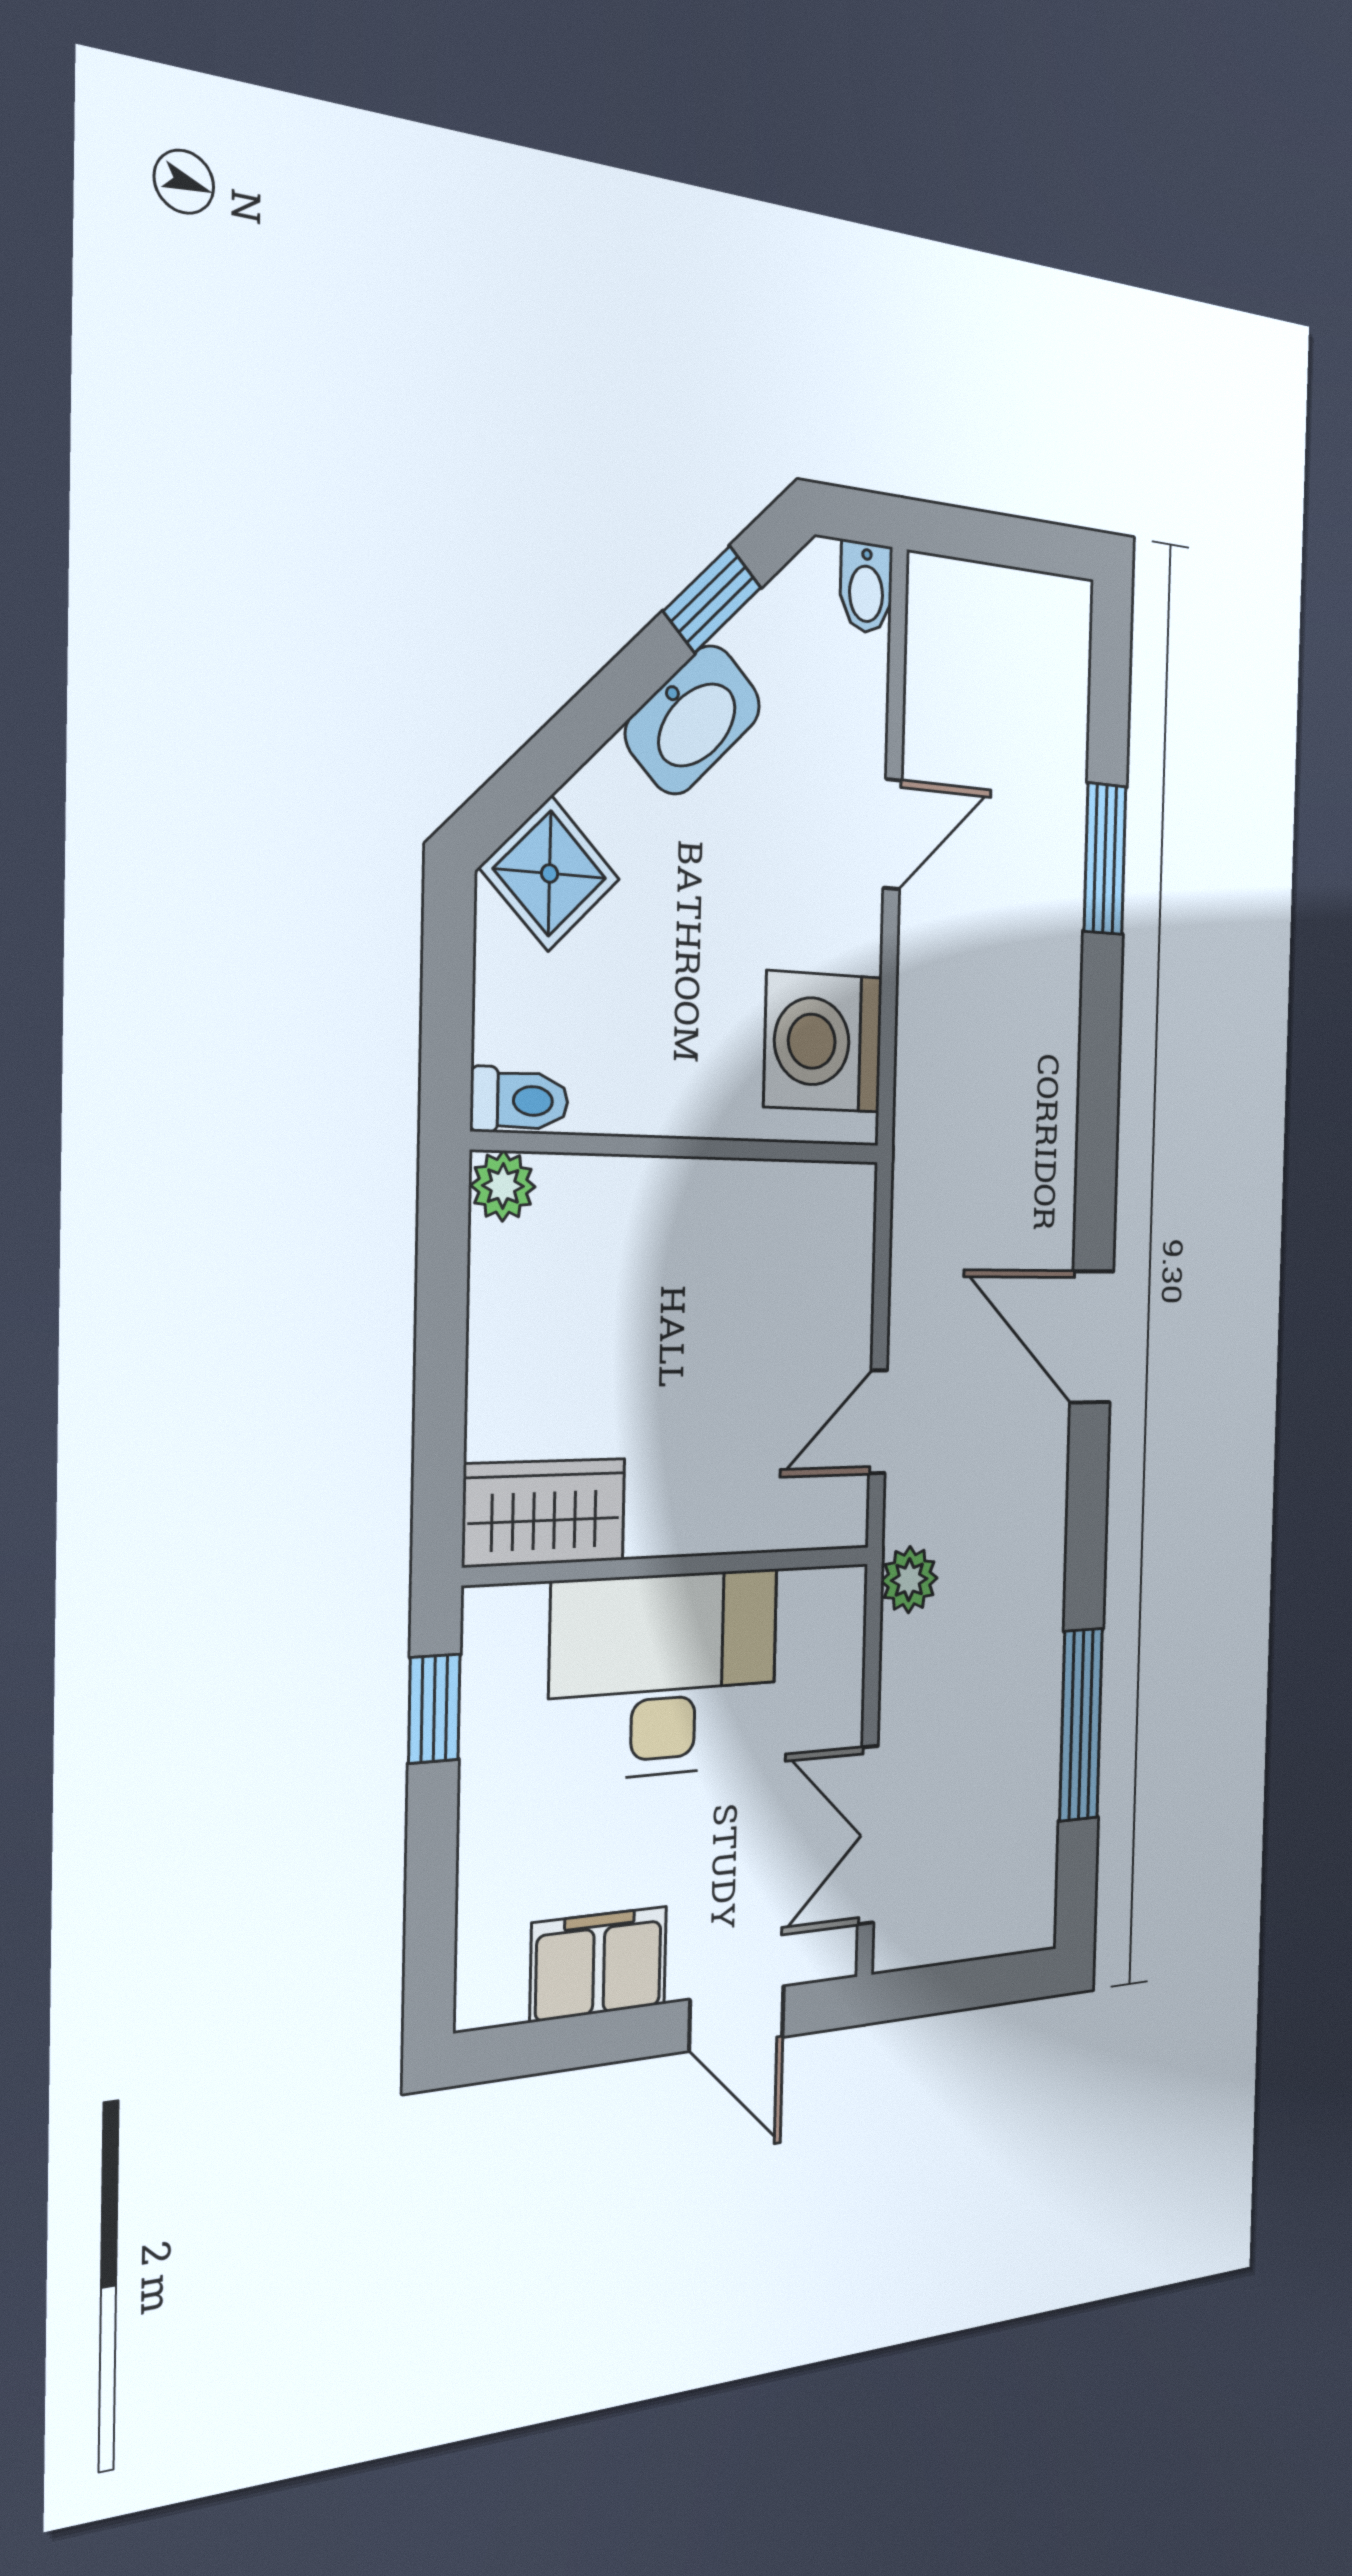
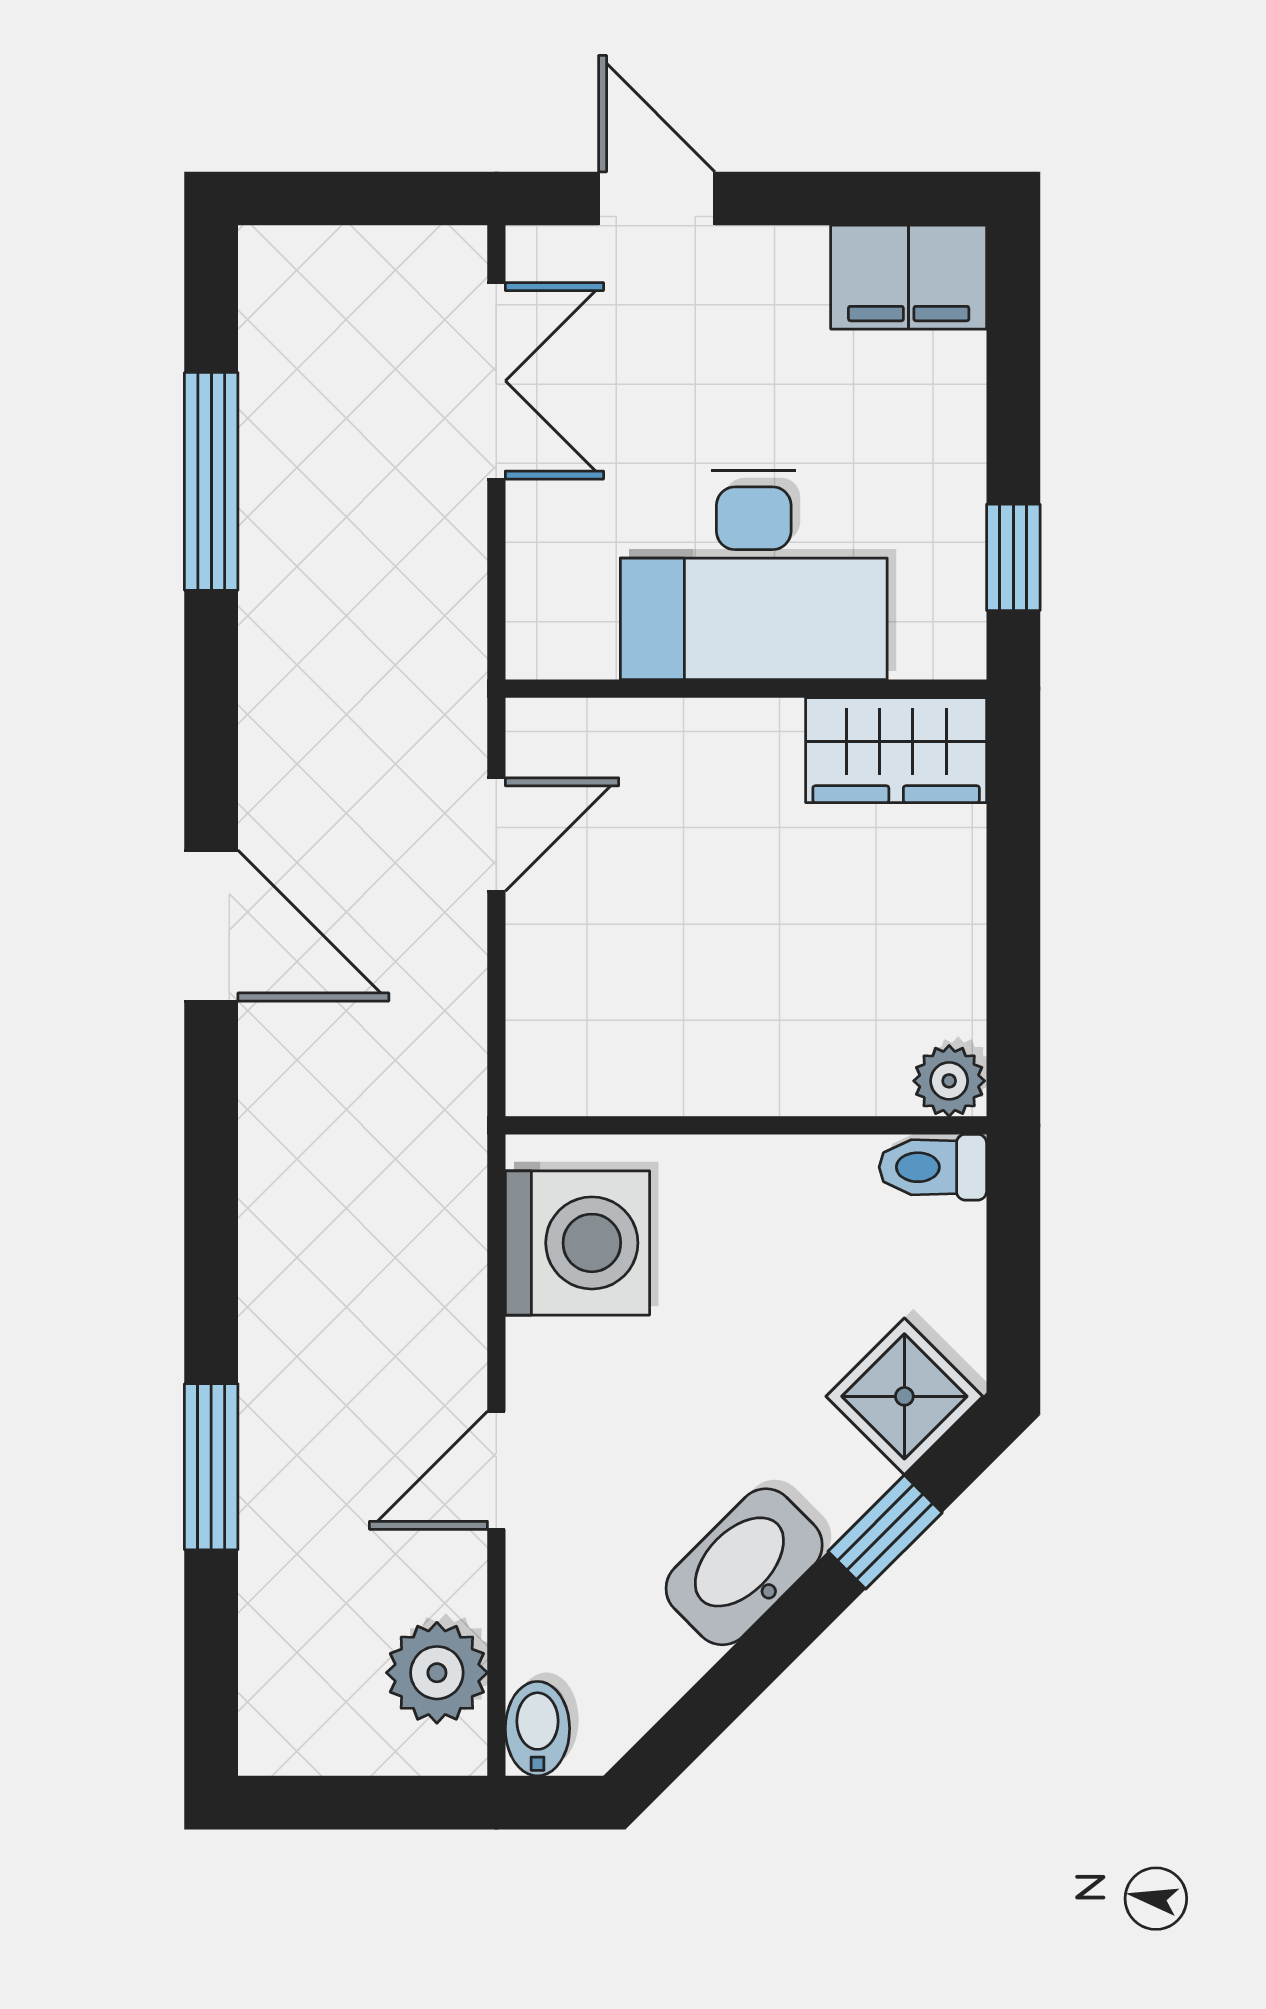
window: (712, 599) -> (885, 1532), moved
plant: (909, 1580) -> (437, 1673), moved, width x1.38, depth x1.38
filing cabinet: (599, 1964) -> (909, 277), moved

